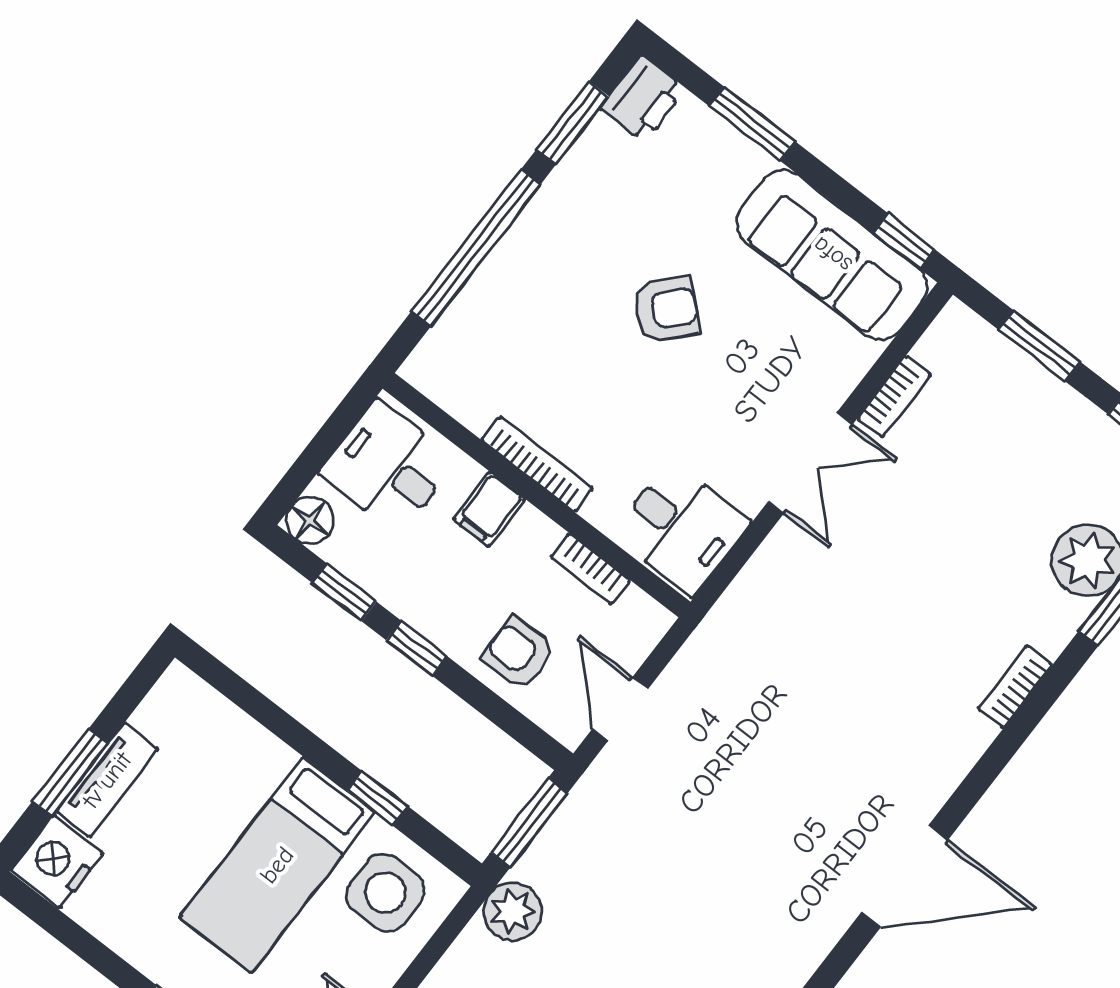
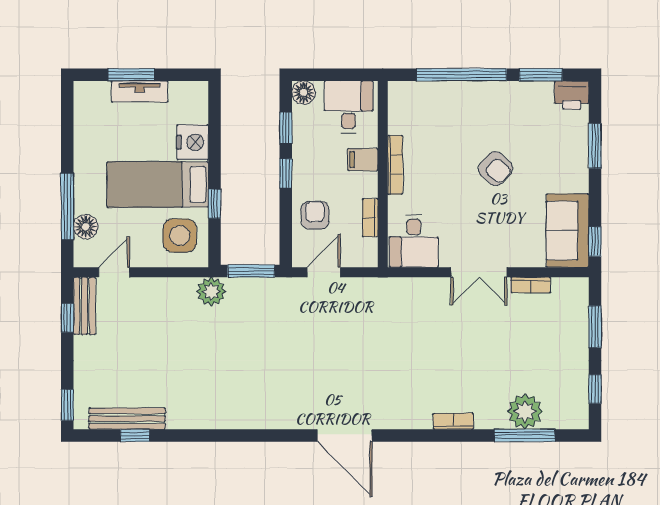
sofa: (832, 255) -> (568, 231), width x0.73
nightstand: (57, 862) -> (193, 142), moved, turned 90

